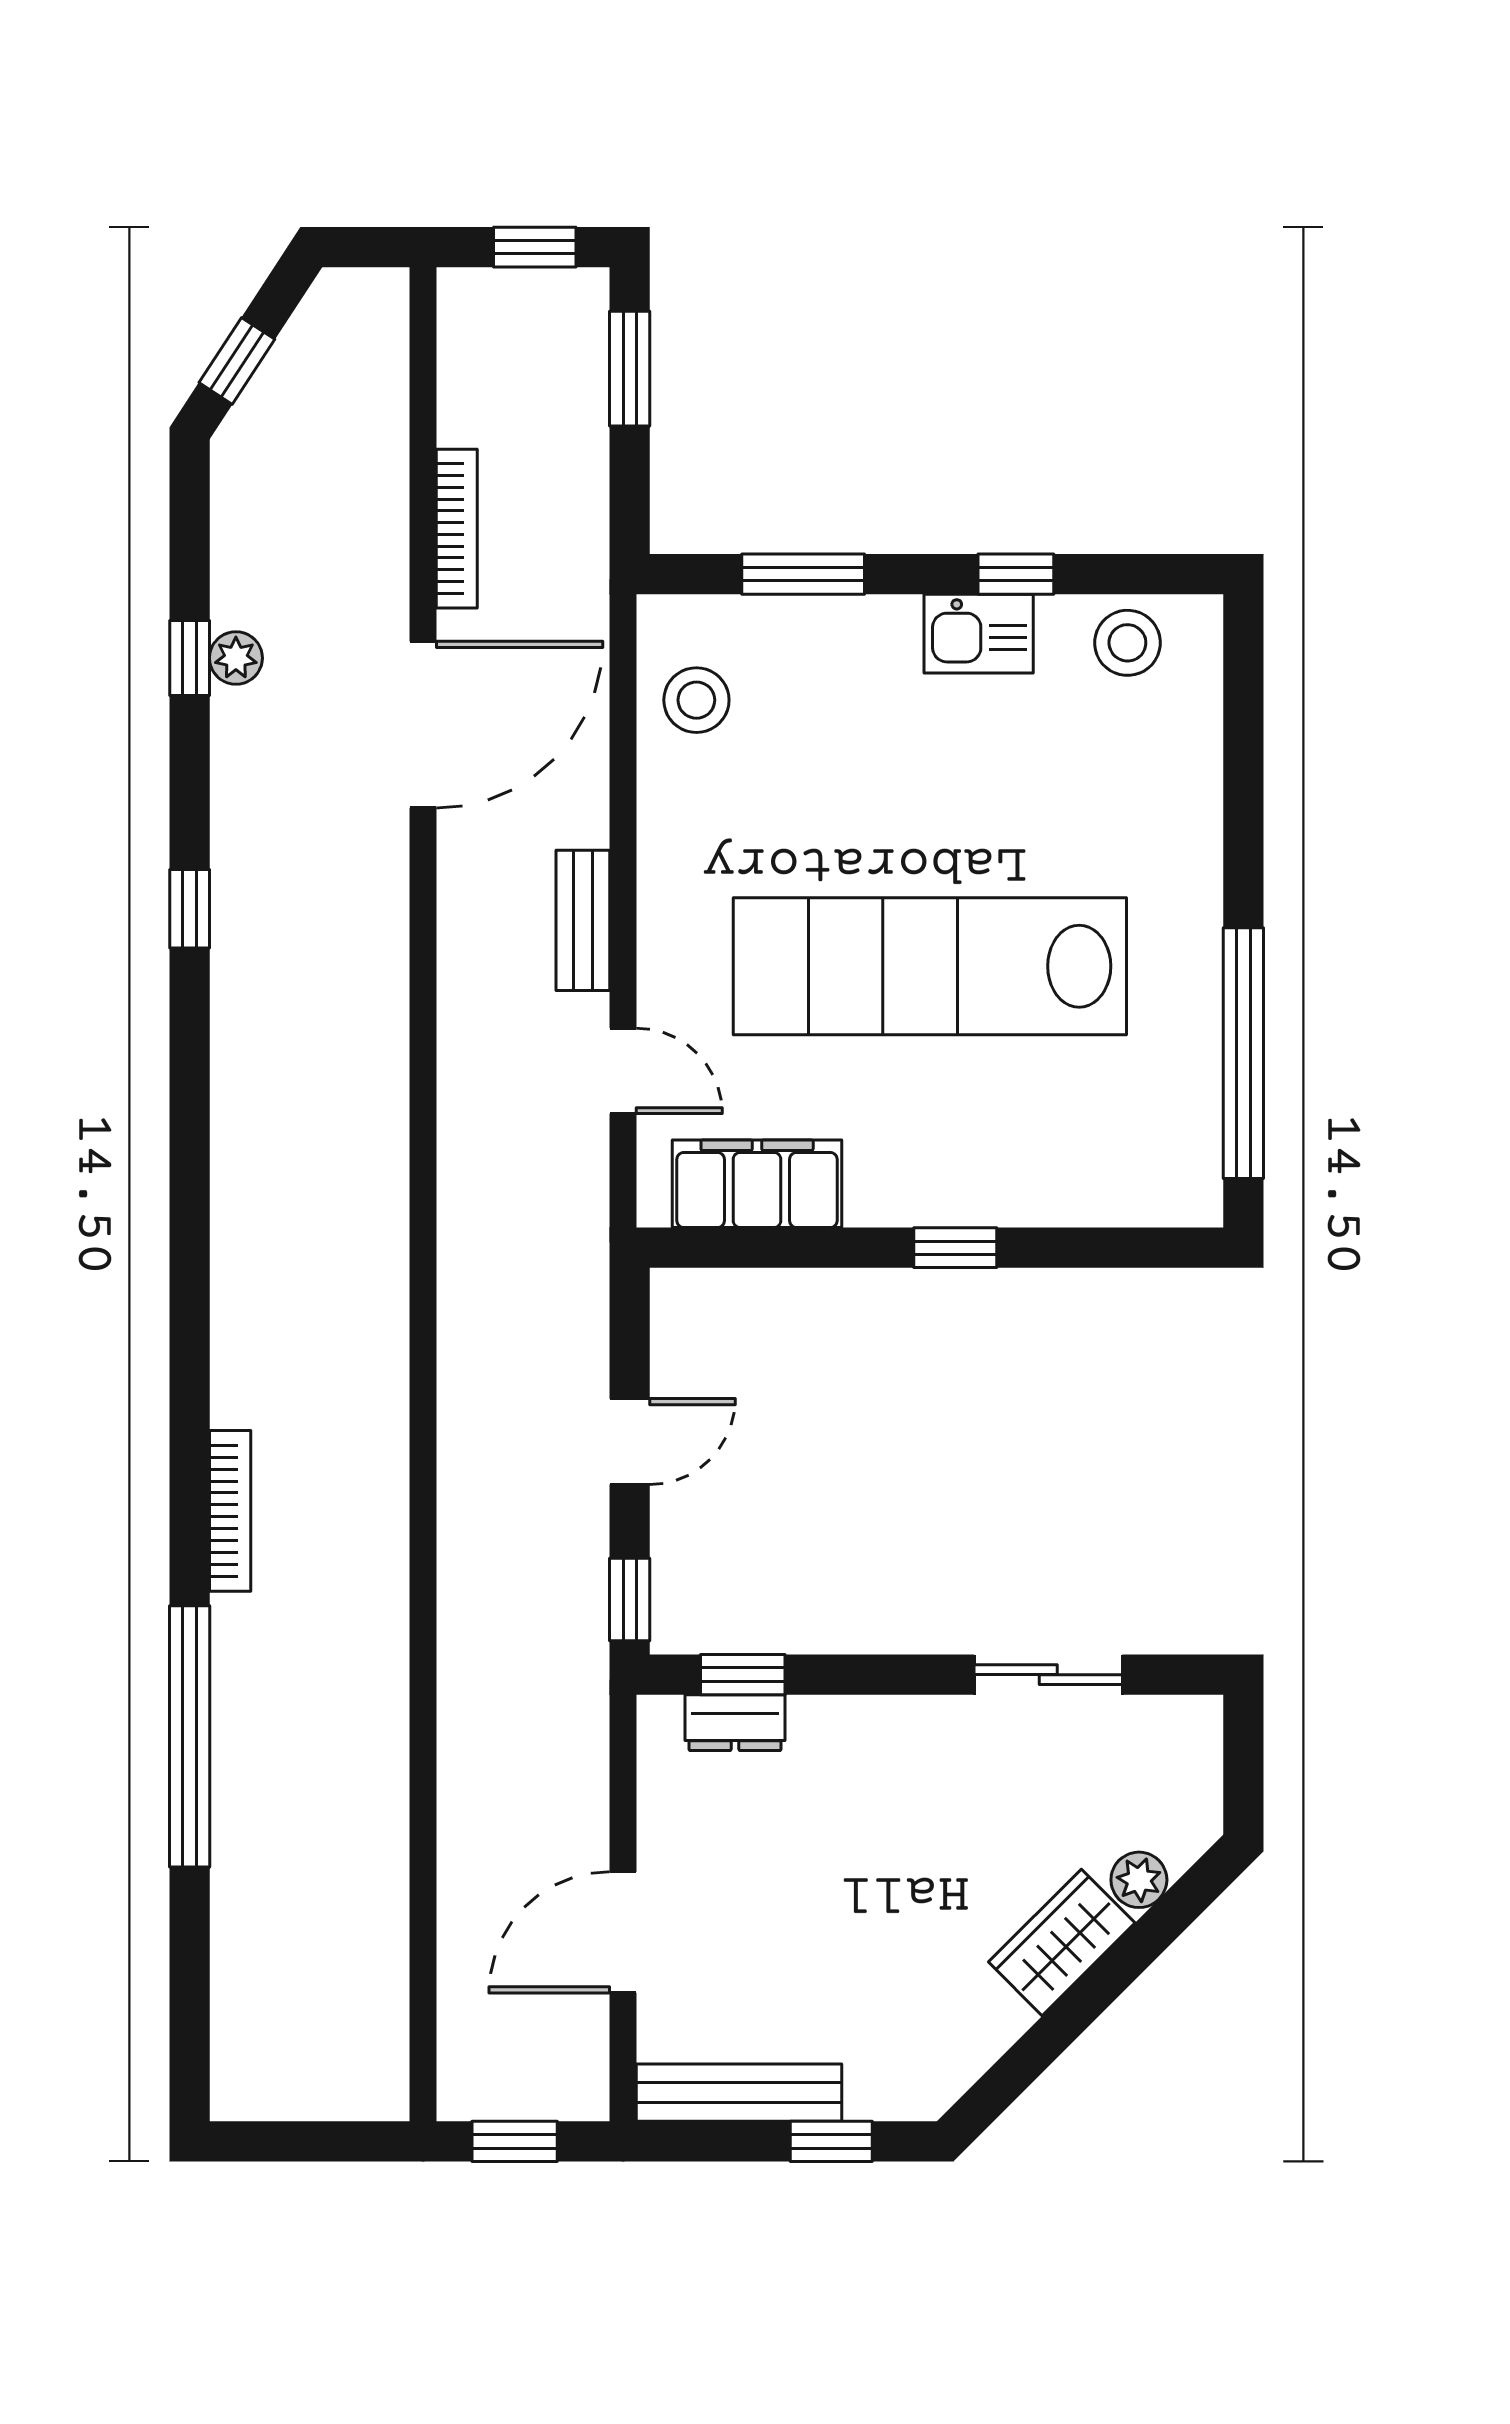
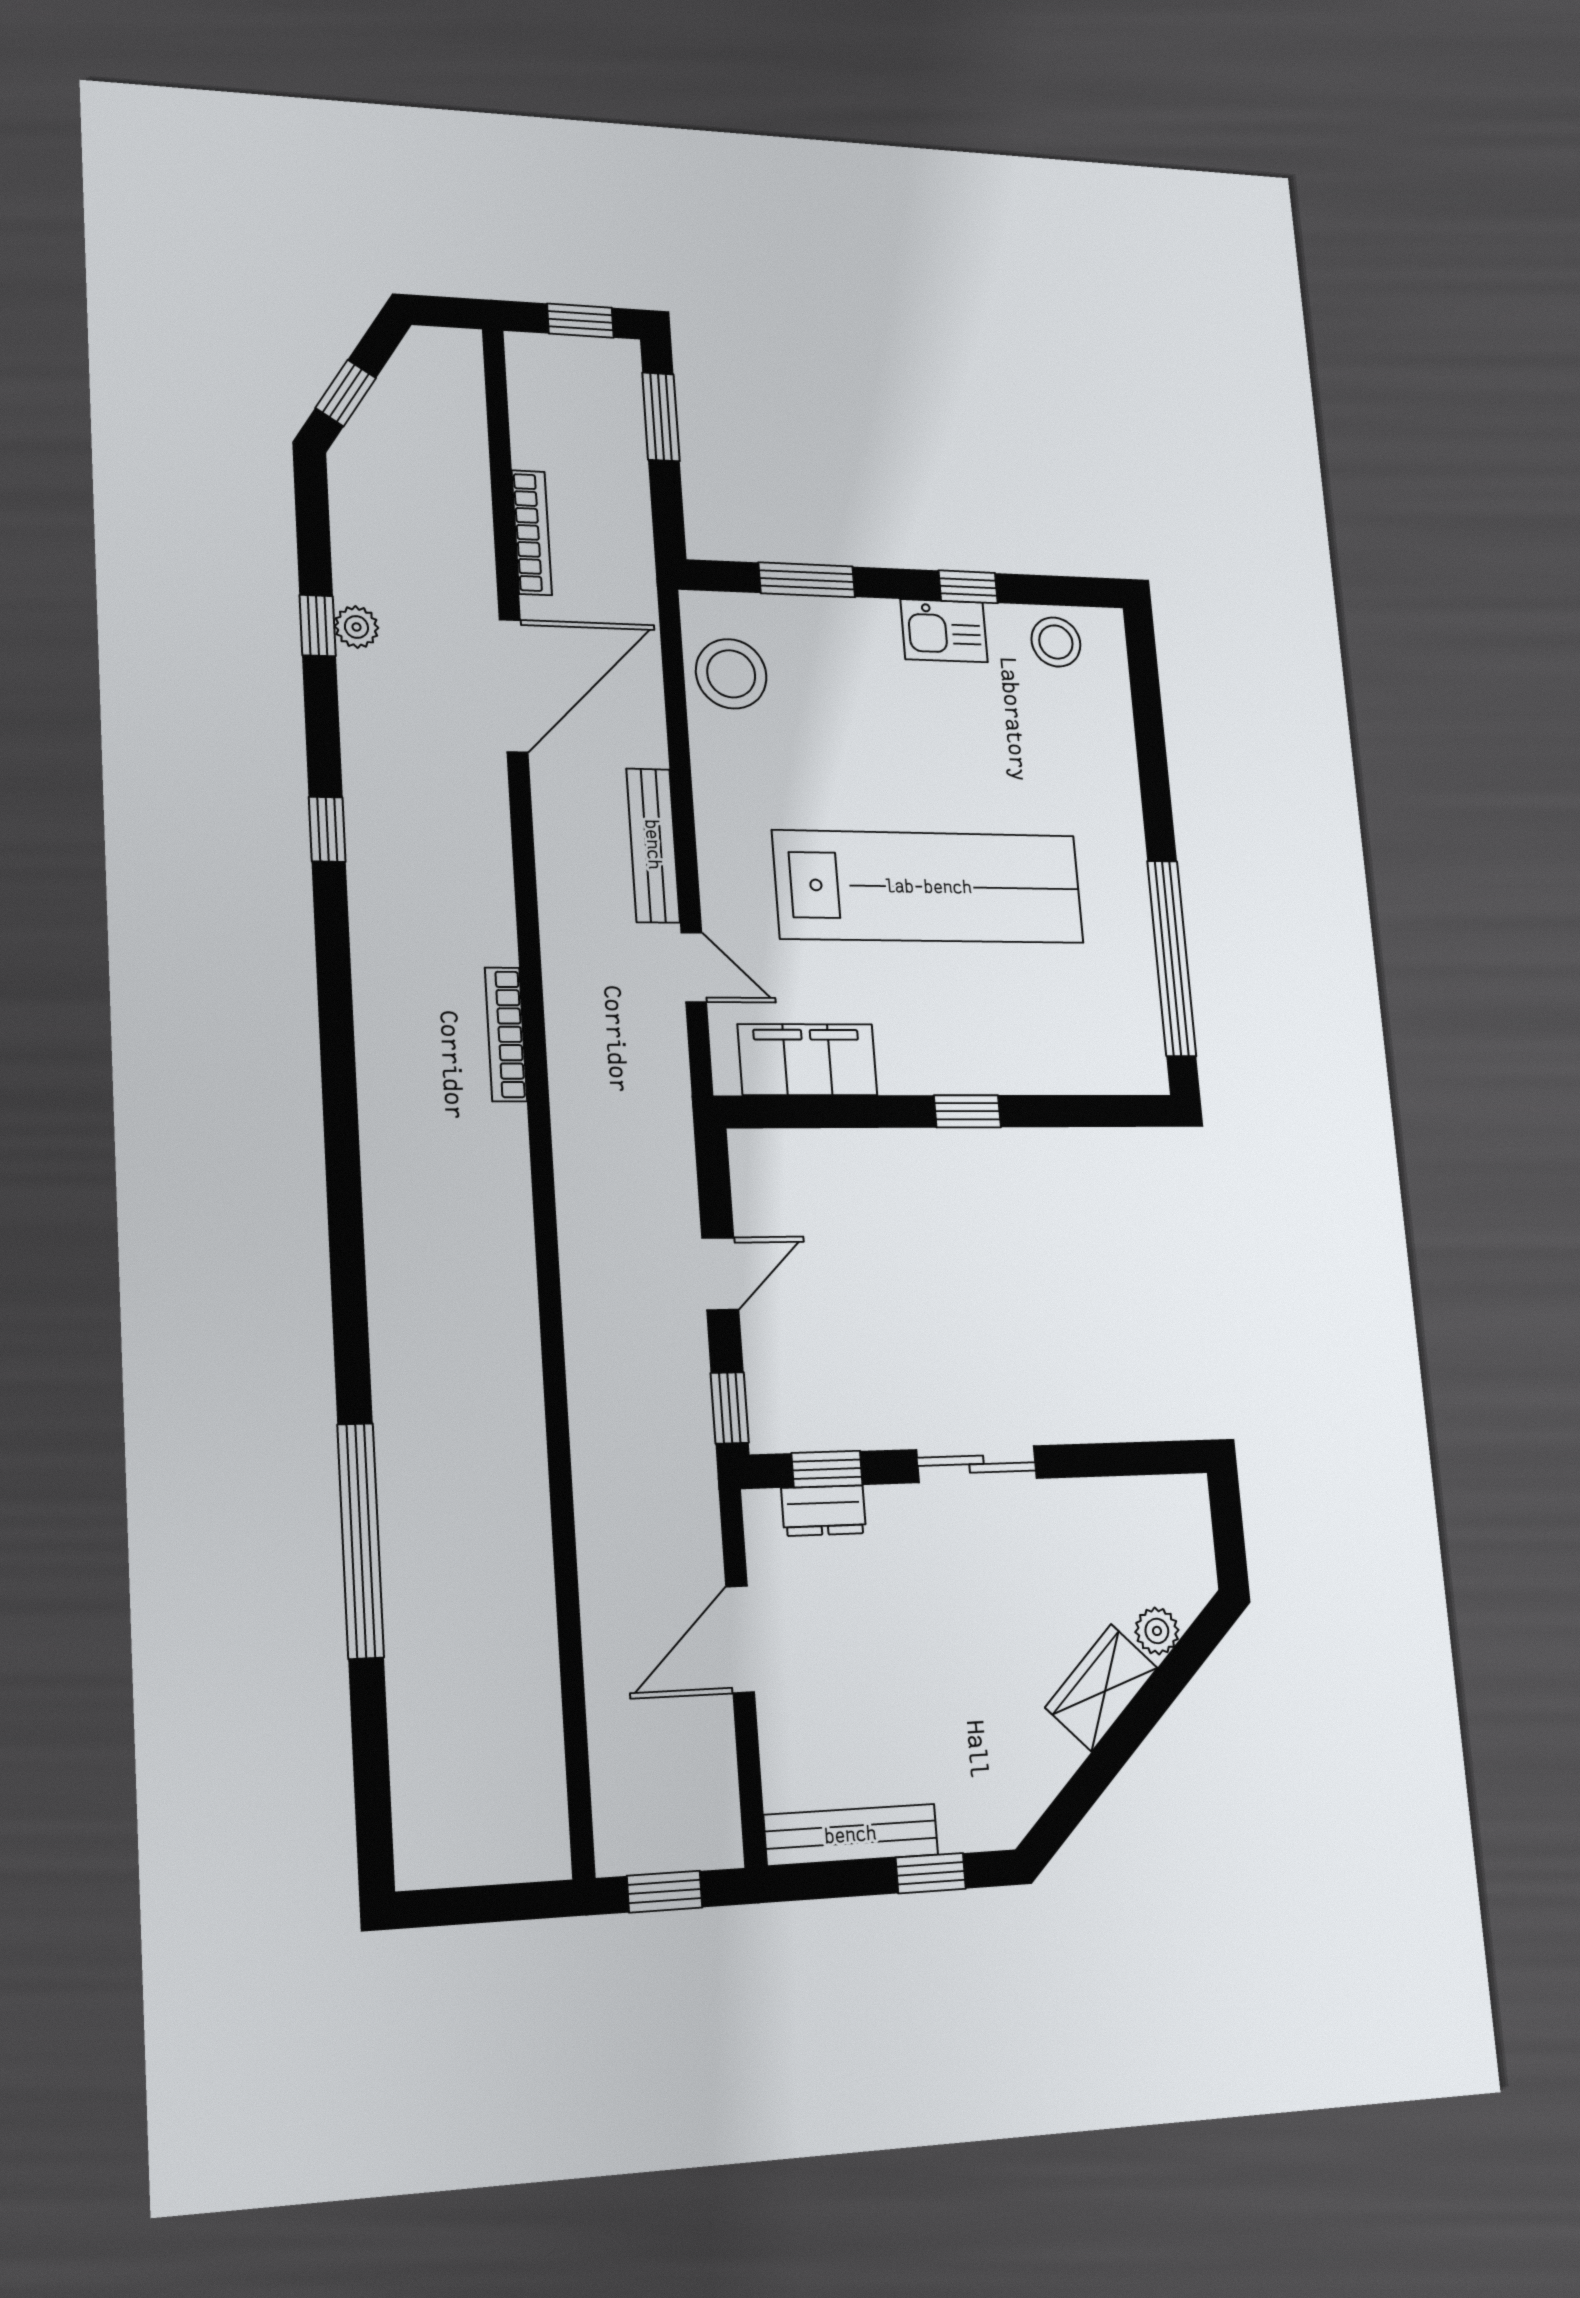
stool: (696, 700) -> (731, 674), width x1.38, depth x1.38
bench: (583, 920) -> (653, 845), width x1.36
lab bench: (930, 966) -> (929, 887), turned 180
bookcase: (230, 1511) -> (506, 1034), moved, turned 180
sliding door: (1048, 1675) -> (977, 1464), moved
door: (623, 1932) -> (740, 1639), moved

